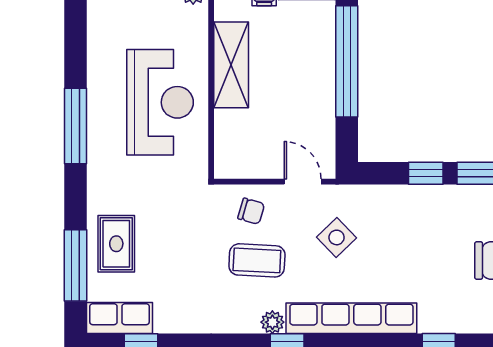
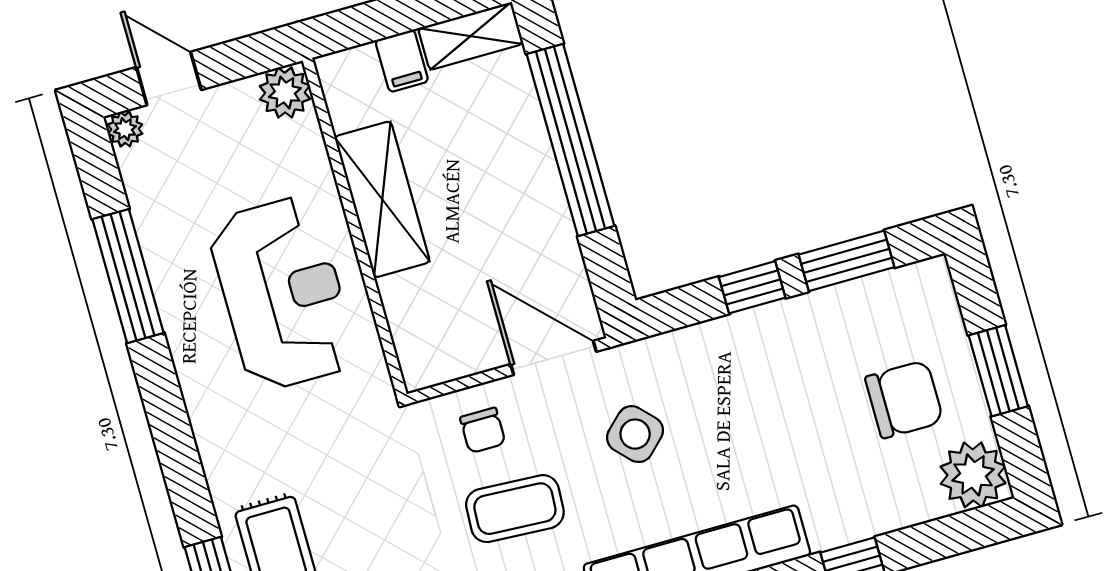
window: (76, 126) -> (128, 276), moved
door: (303, 182) -> (554, 358), width x1.38
chair: (251, 211) -> (483, 430), turned 74

